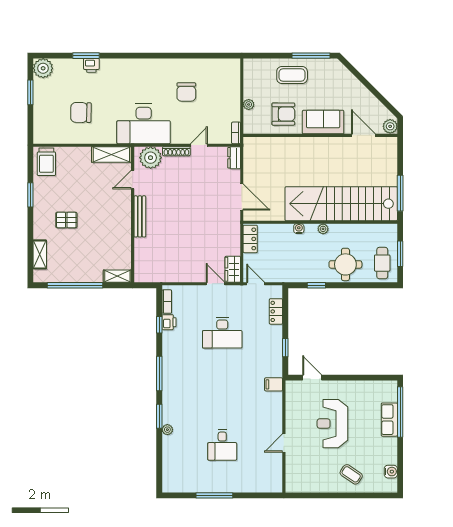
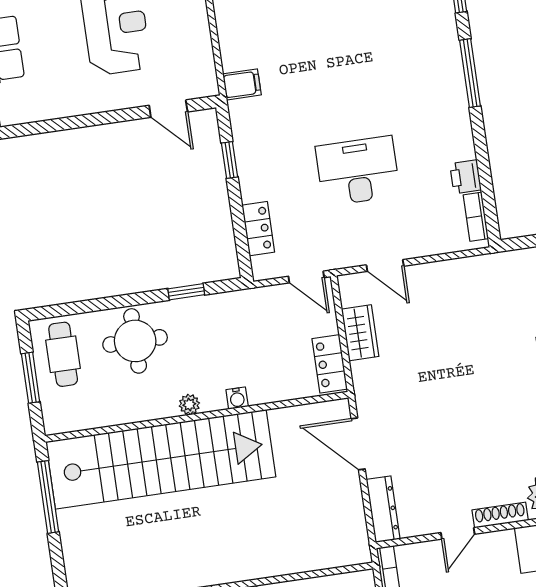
dresser: (234, 158) -> (383, 509), width x1.44
wardrobe: (233, 269) -> (360, 333), moved
window: (159, 325) -> (484, 169), removed

